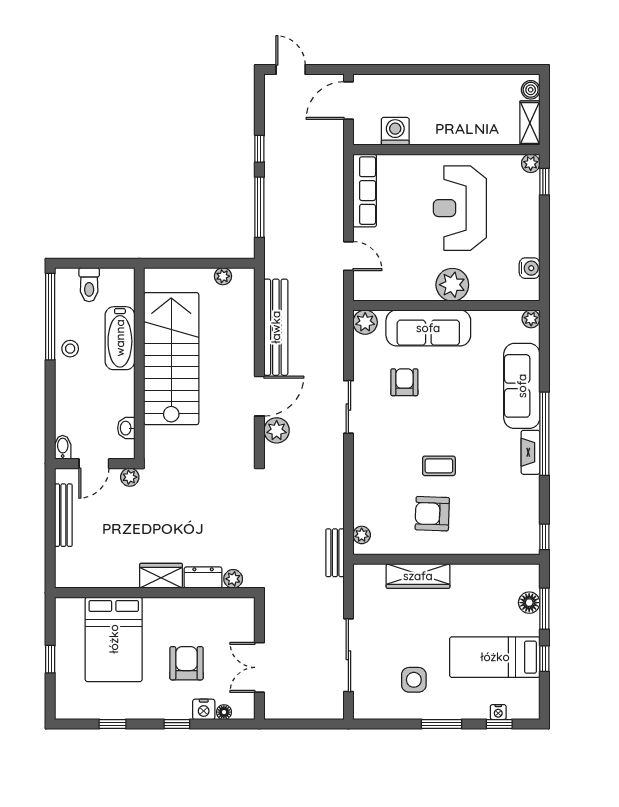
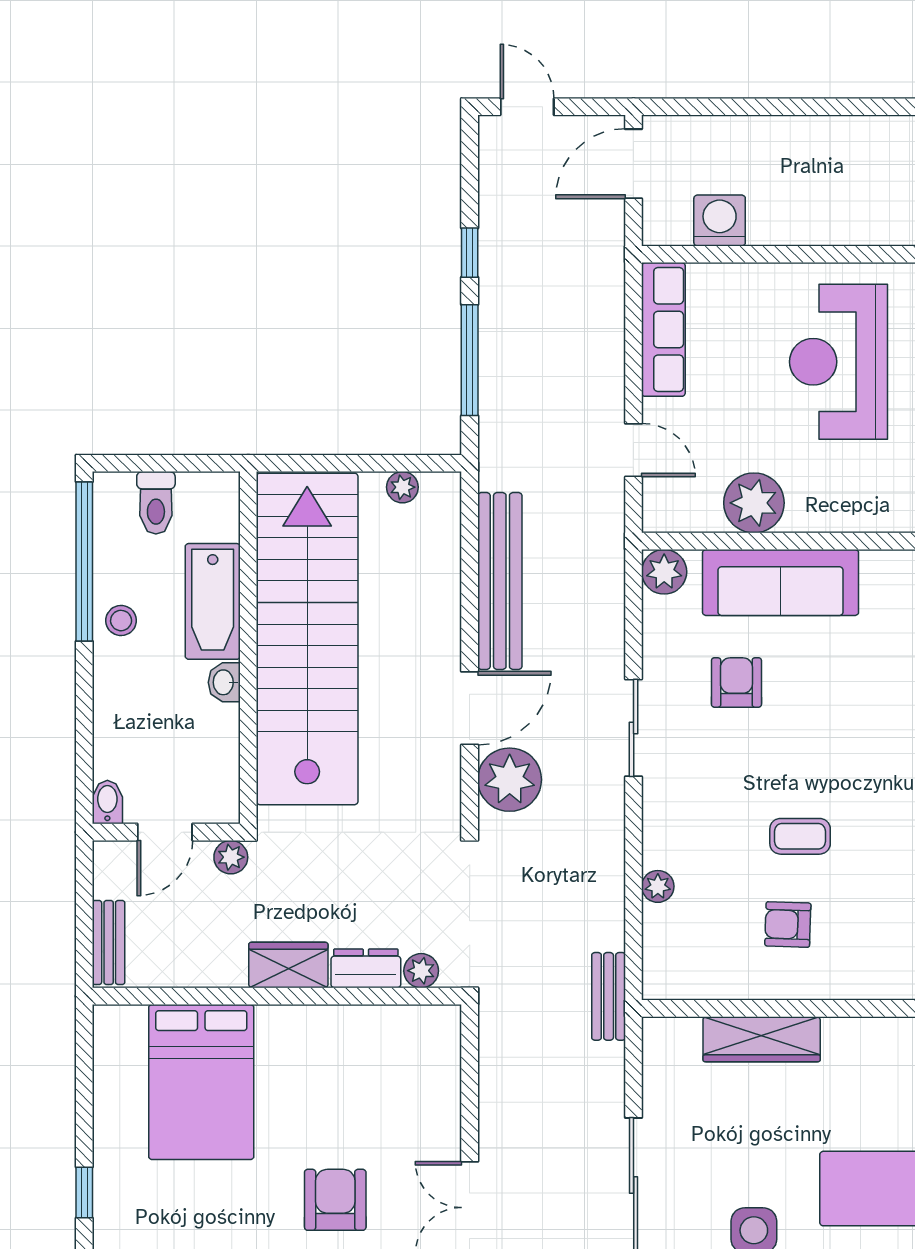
plant: (452, 285) -> (754, 503), moved
stairs: (171, 359) -> (307, 639), width x1.36
washbasin: (126, 428) -> (224, 682), moved
plant: (277, 430) -> (510, 780), width x1.36, depth x1.36
armchair: (432, 514) -> (788, 924), width x0.72, depth x0.72
bench: (63, 515) -> (109, 943), width x0.73
plant: (362, 535) -> (658, 886), moved
wardrobe: (161, 576) -> (288, 965), moved
dresser: (203, 578) -> (366, 968), moved
plant: (233, 579) -> (421, 971), moved
wall: (155, 593) -> (277, 996), moved
bed: (114, 639) -> (201, 1082), moved

